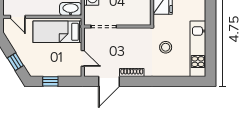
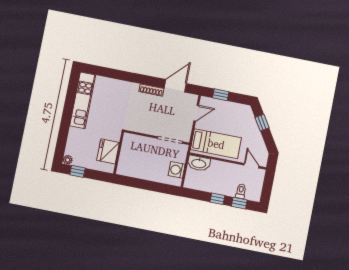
stool: (166, 47) -> (114, 108), removed
door: (83, 58) -> (196, 113), swing flipped
window: (50, 81) -> (221, 95), moved

